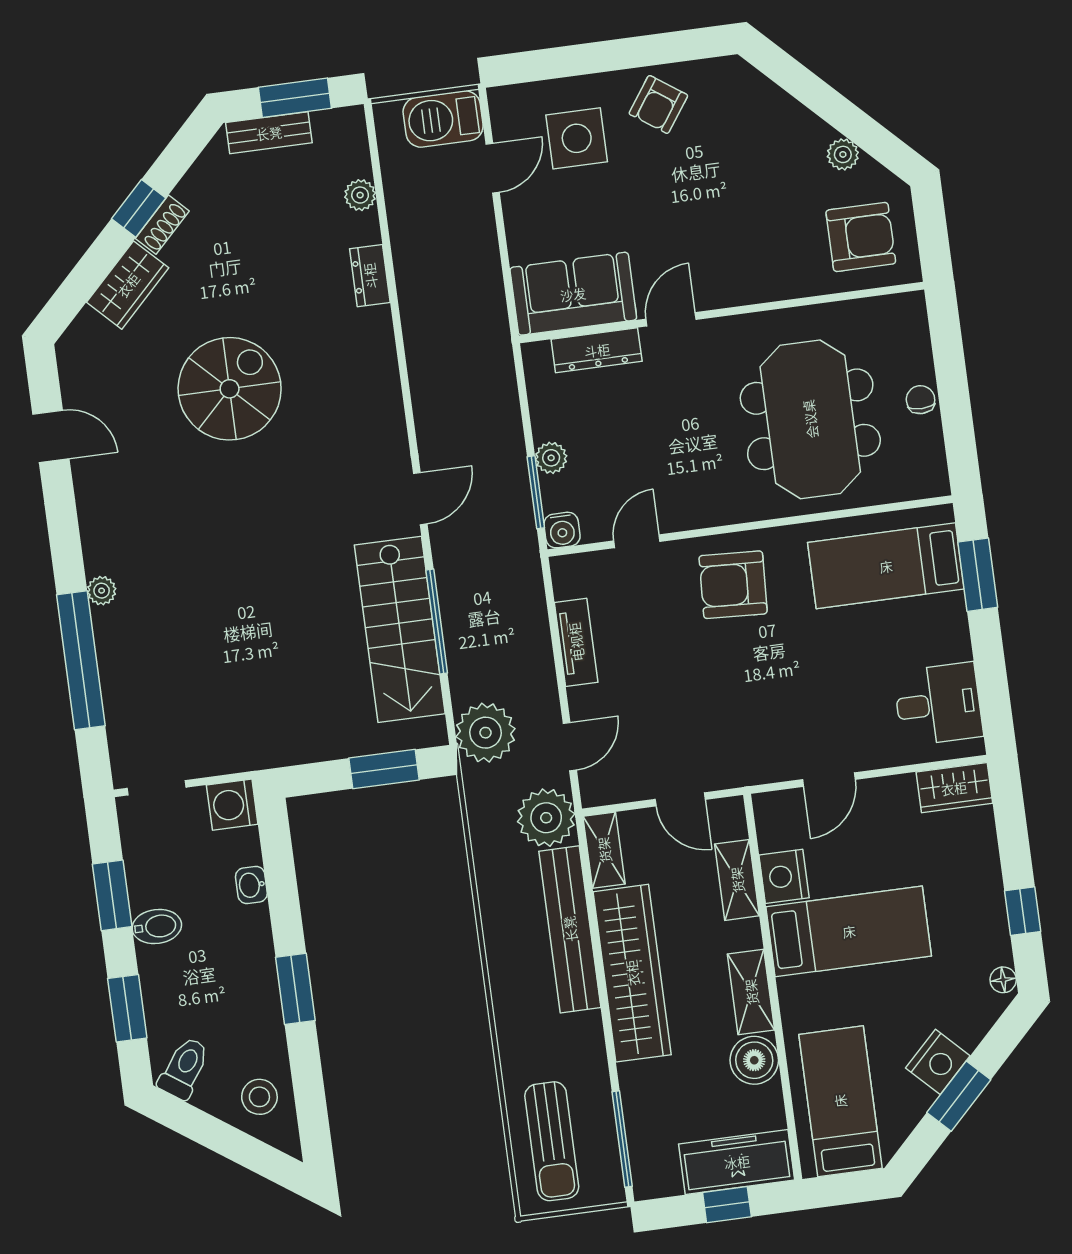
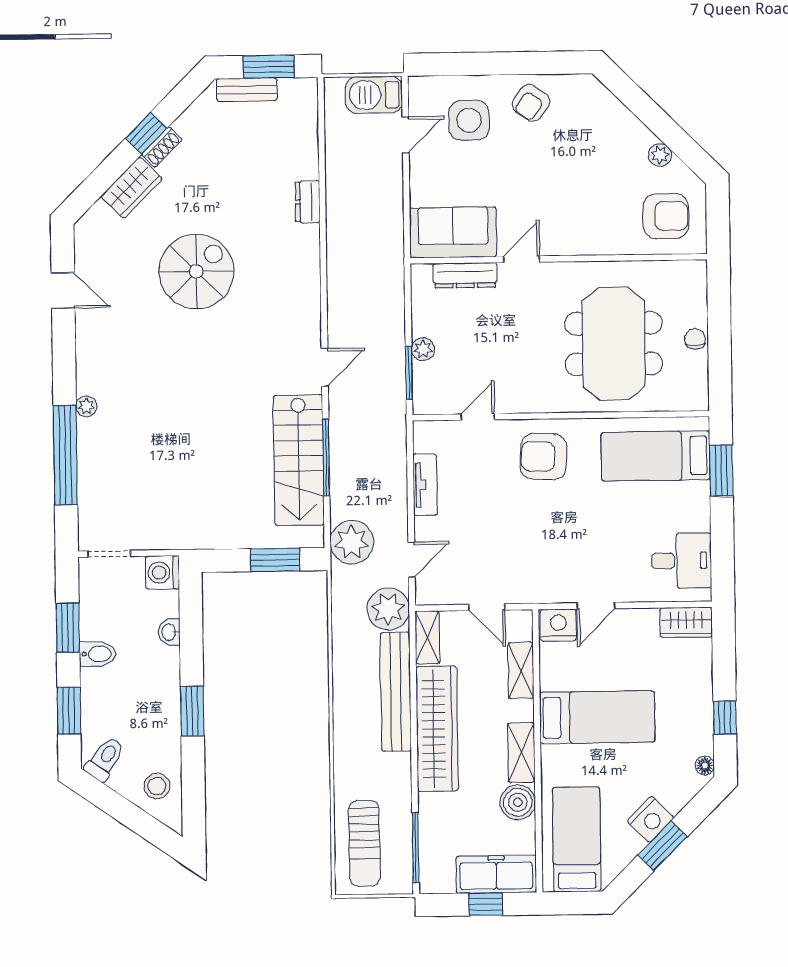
plant: (360, 195) -> (307, 143), removed
water cooler: (562, 530) -> (425, 402), removed
nightstand: (784, 876) -> (558, 625), moved, turned 90

